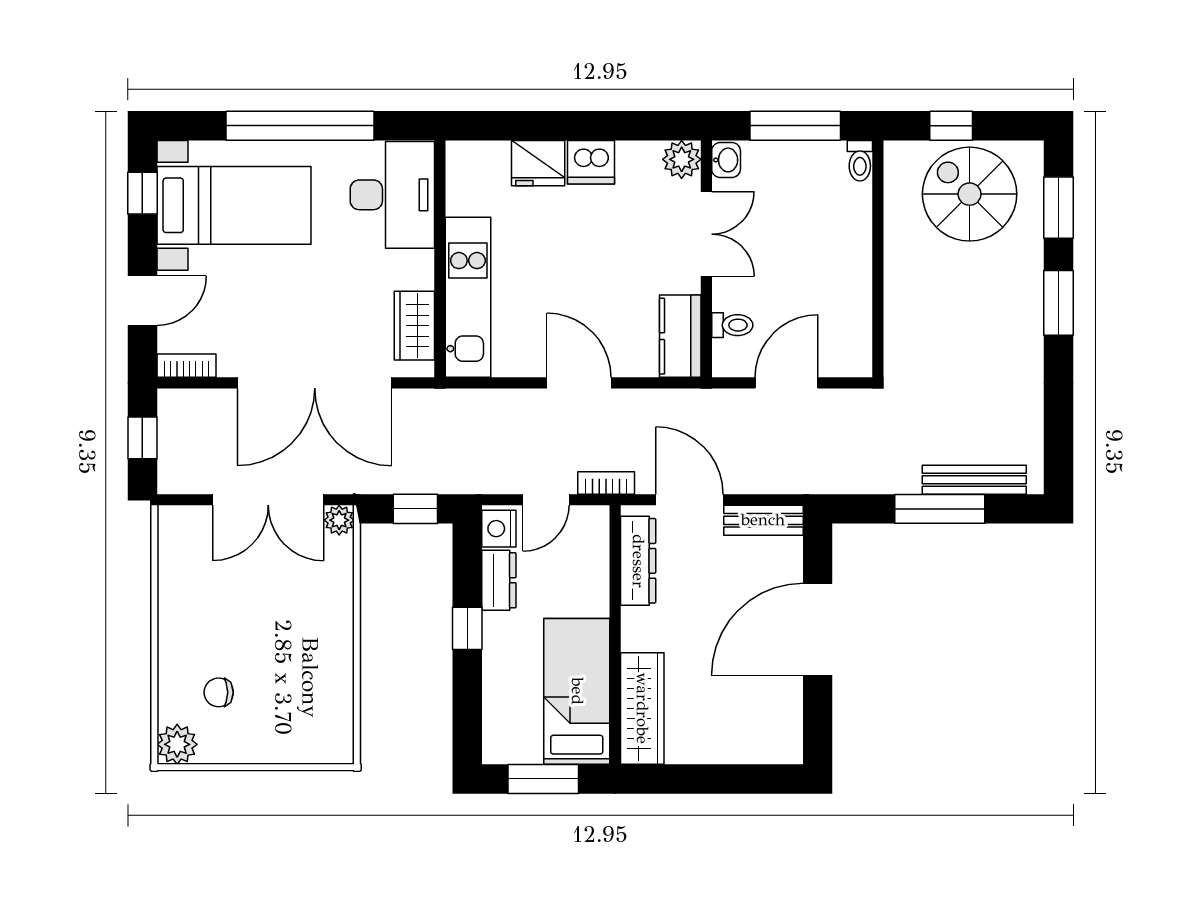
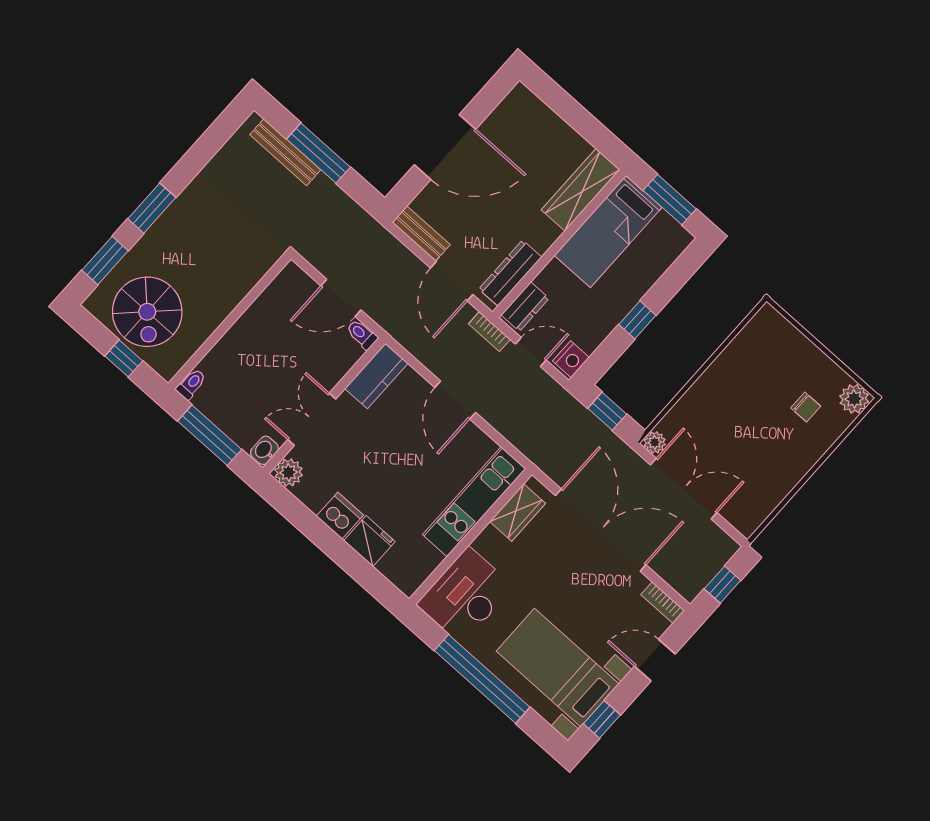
toilet: (732, 325) -> (362, 334), moved
dresser: (499, 580) -> (525, 307), moved, turned 180

